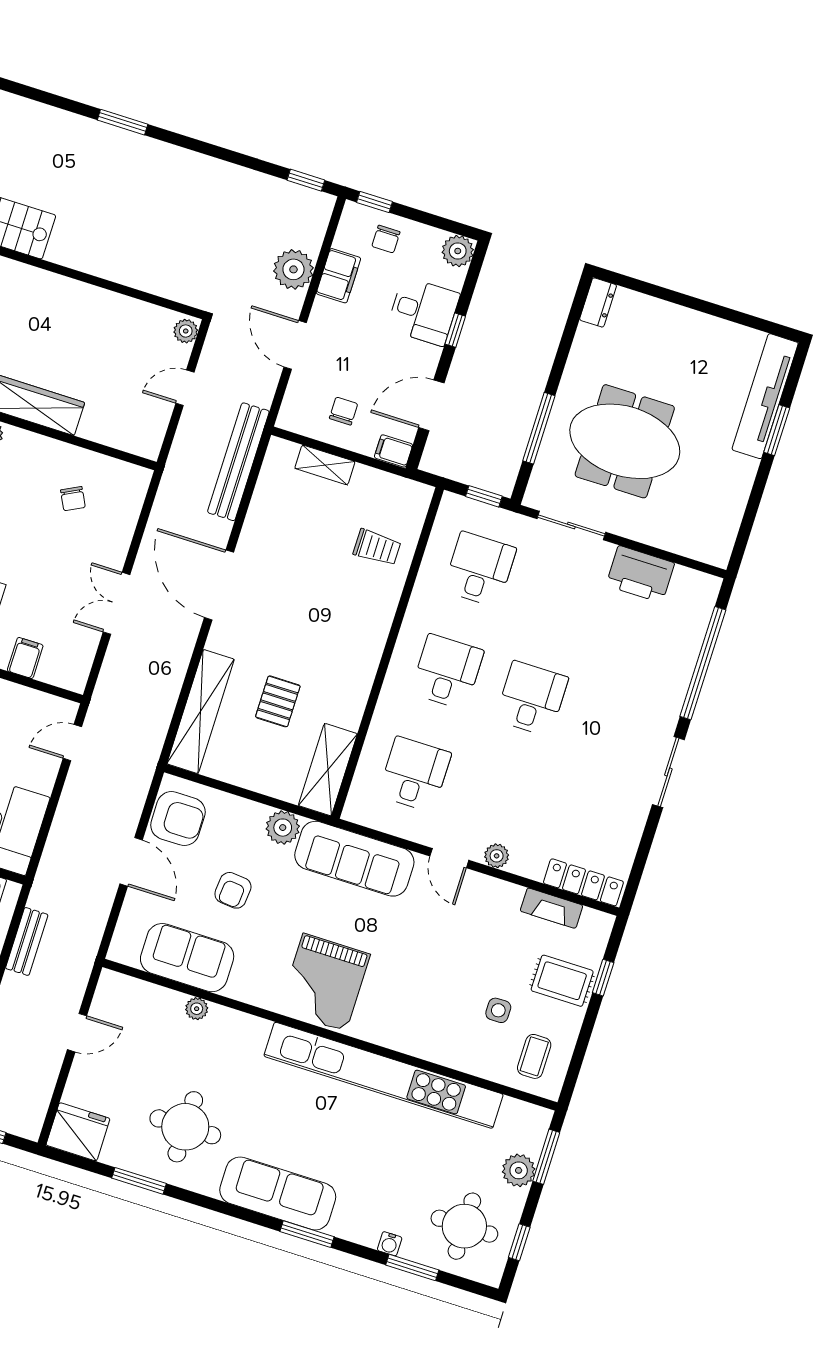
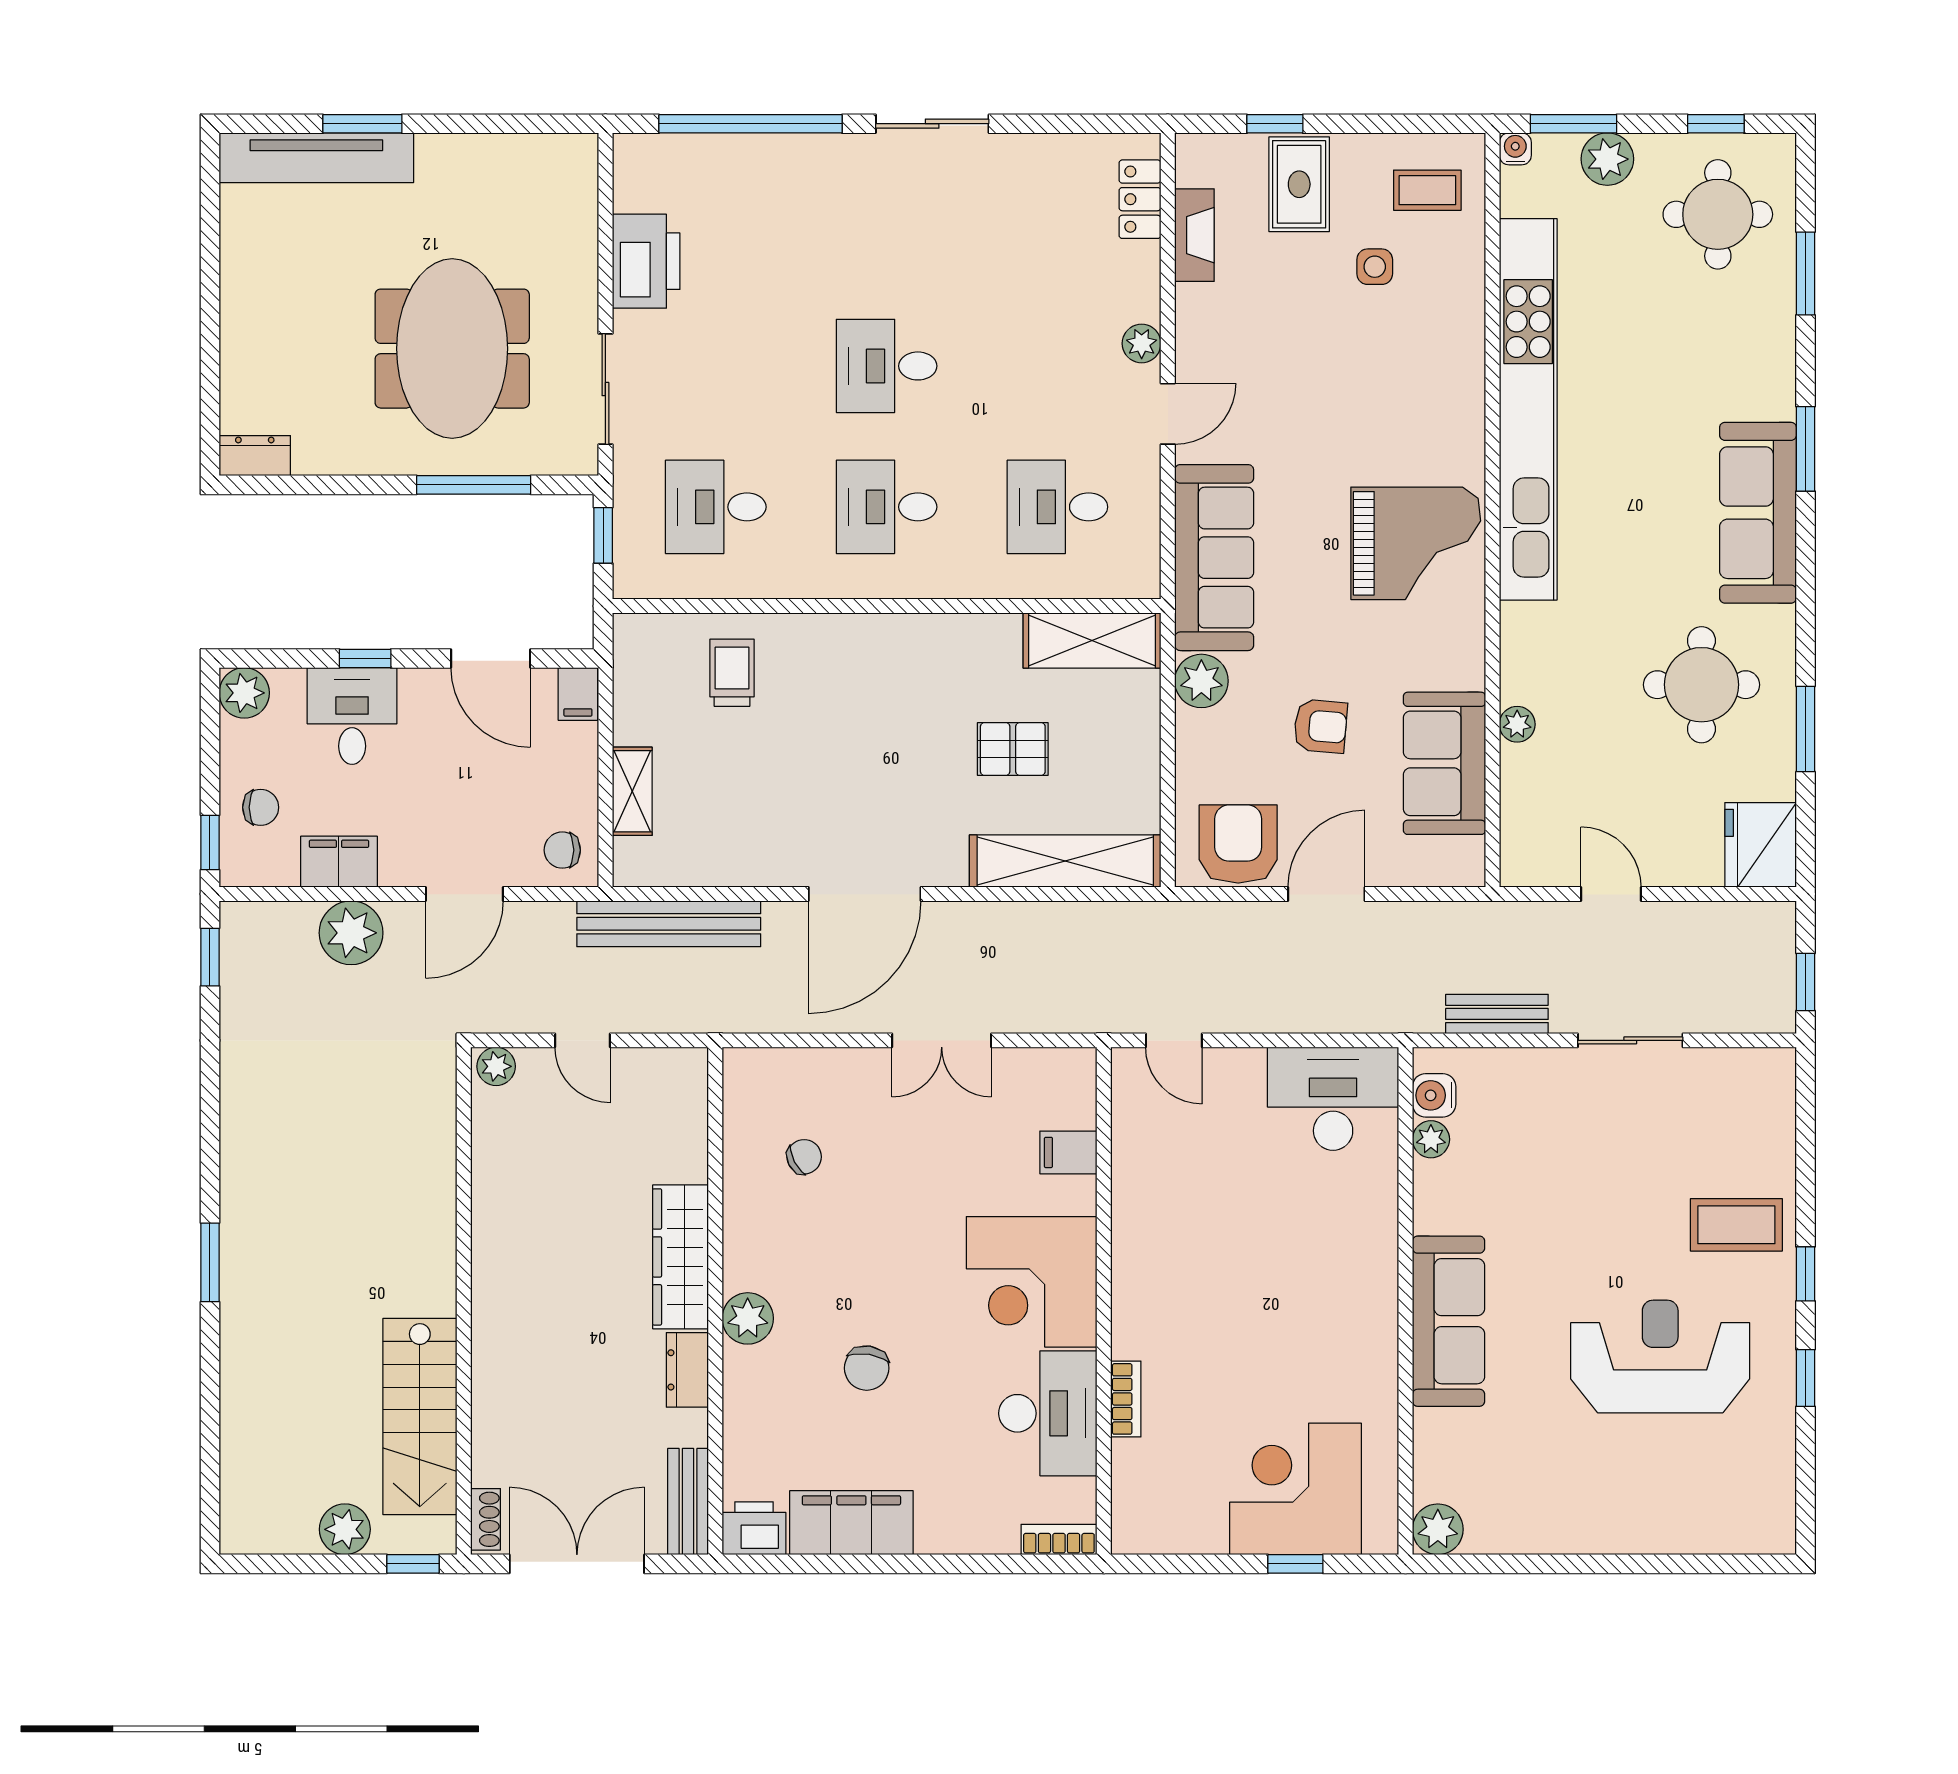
chair: (344, 411) -> (562, 850), moved
locker: (583, 882) -> (1140, 199), width x0.66
water cooler: (390, 1244) -> (1515, 149), moved, turned -90

